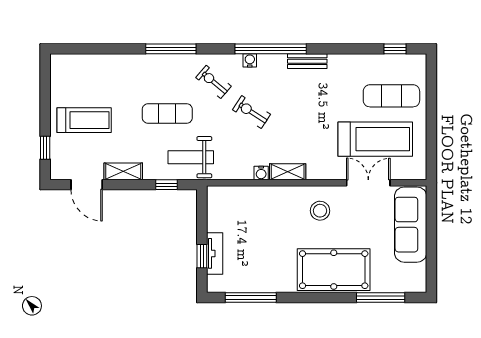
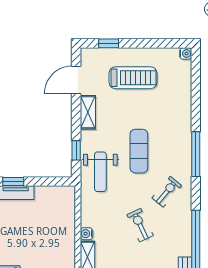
water cooler: (250, 60) -> (186, 54), moved
exercise bike: (251, 112) -> (140, 225), turned -58
treadmill: (84, 120) -> (133, 78), turned -90
weight bench: (191, 157) -> (100, 172), turned 180

